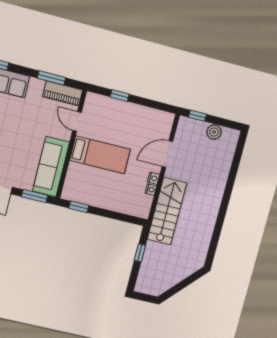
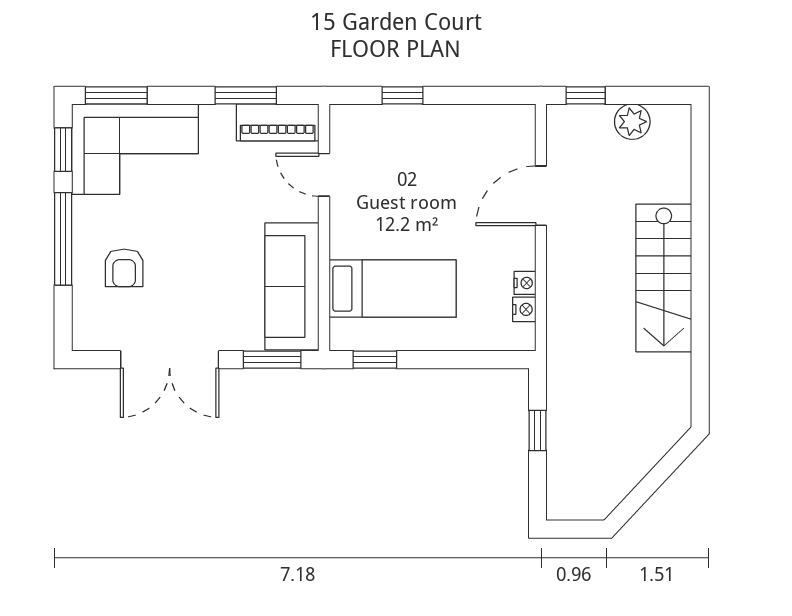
bed: (100, 155) -> (393, 289), moved
nightstand: (154, 178) -> (524, 309), moved
stairs: (167, 211) -> (664, 278), moved, turned 180

